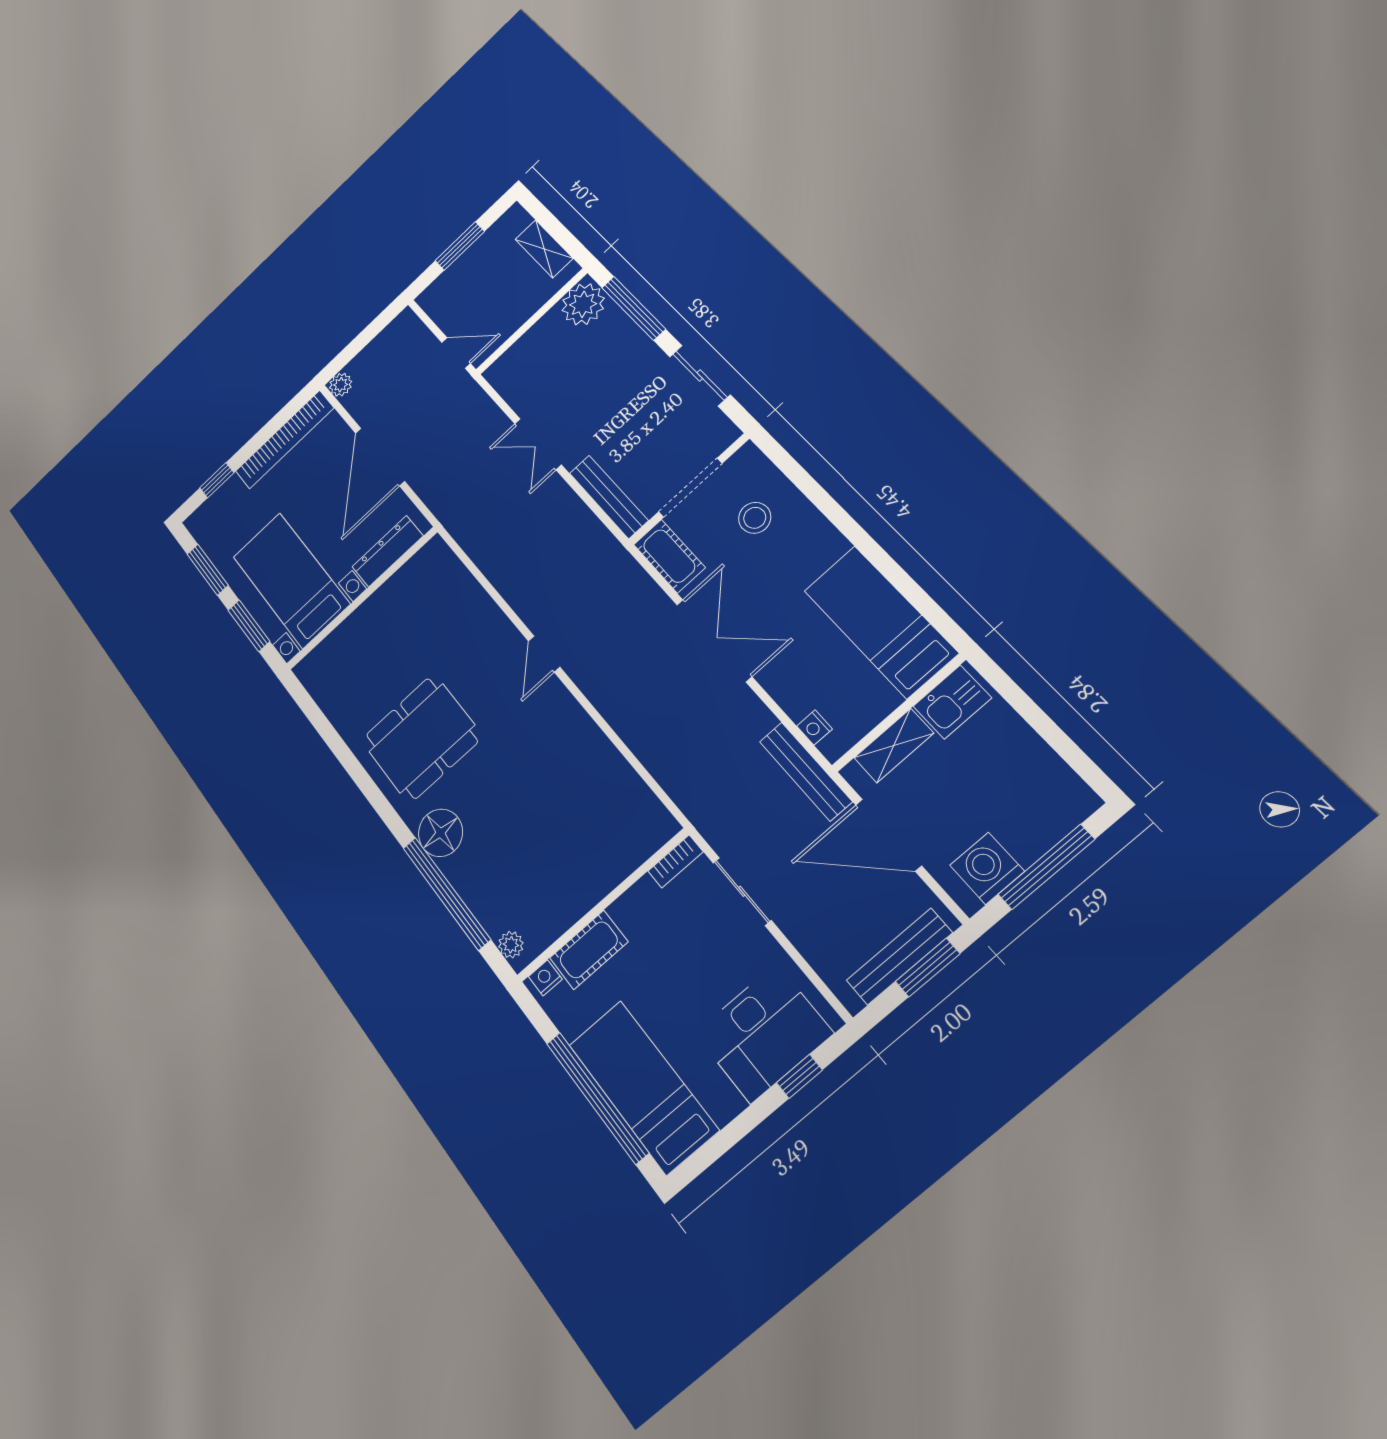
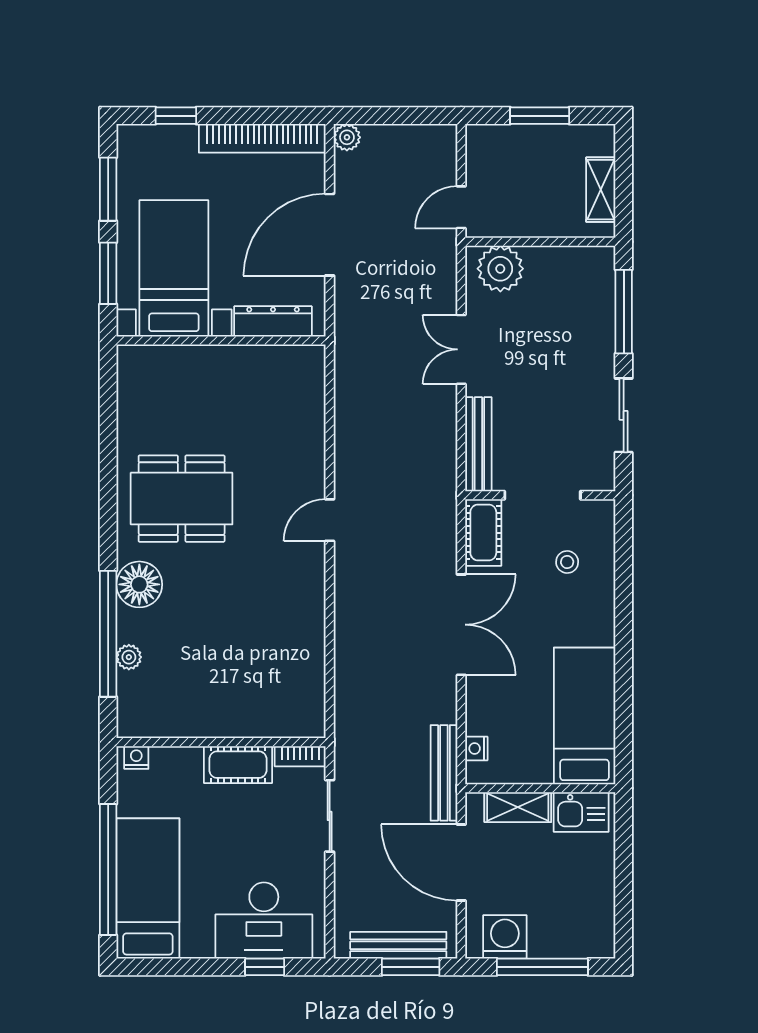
plant: (583, 304) -> (500, 269), moved
door: (456, 353) -> (461, 207), swing flipped
stool: (755, 518) -> (567, 562), width x0.73, depth x0.73
plant: (511, 945) -> (129, 657), moved
cot: (589, 950) -> (238, 765), moved

